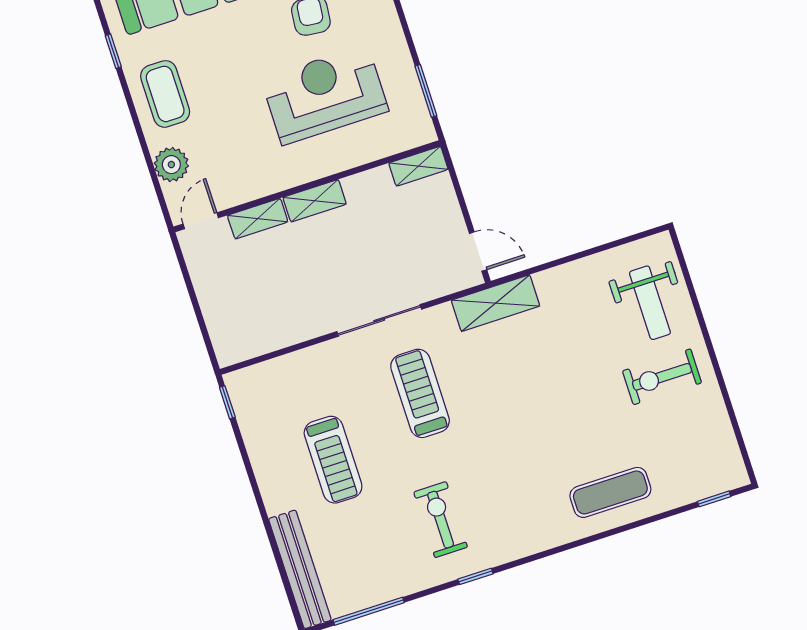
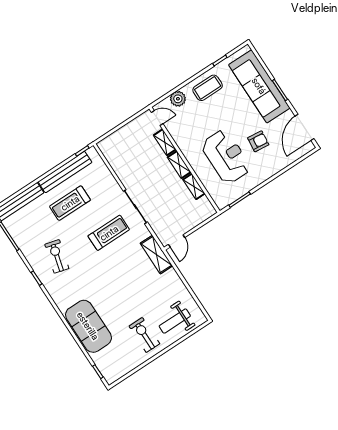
shelving: (418, 166) -> (194, 187), moved
bench: (263, 452) -> (65, 172), added
exercise mat: (610, 492) -> (88, 326), width x2.00, depth x1.45
exercise bike: (441, 520) -> (57, 256), turned -75

